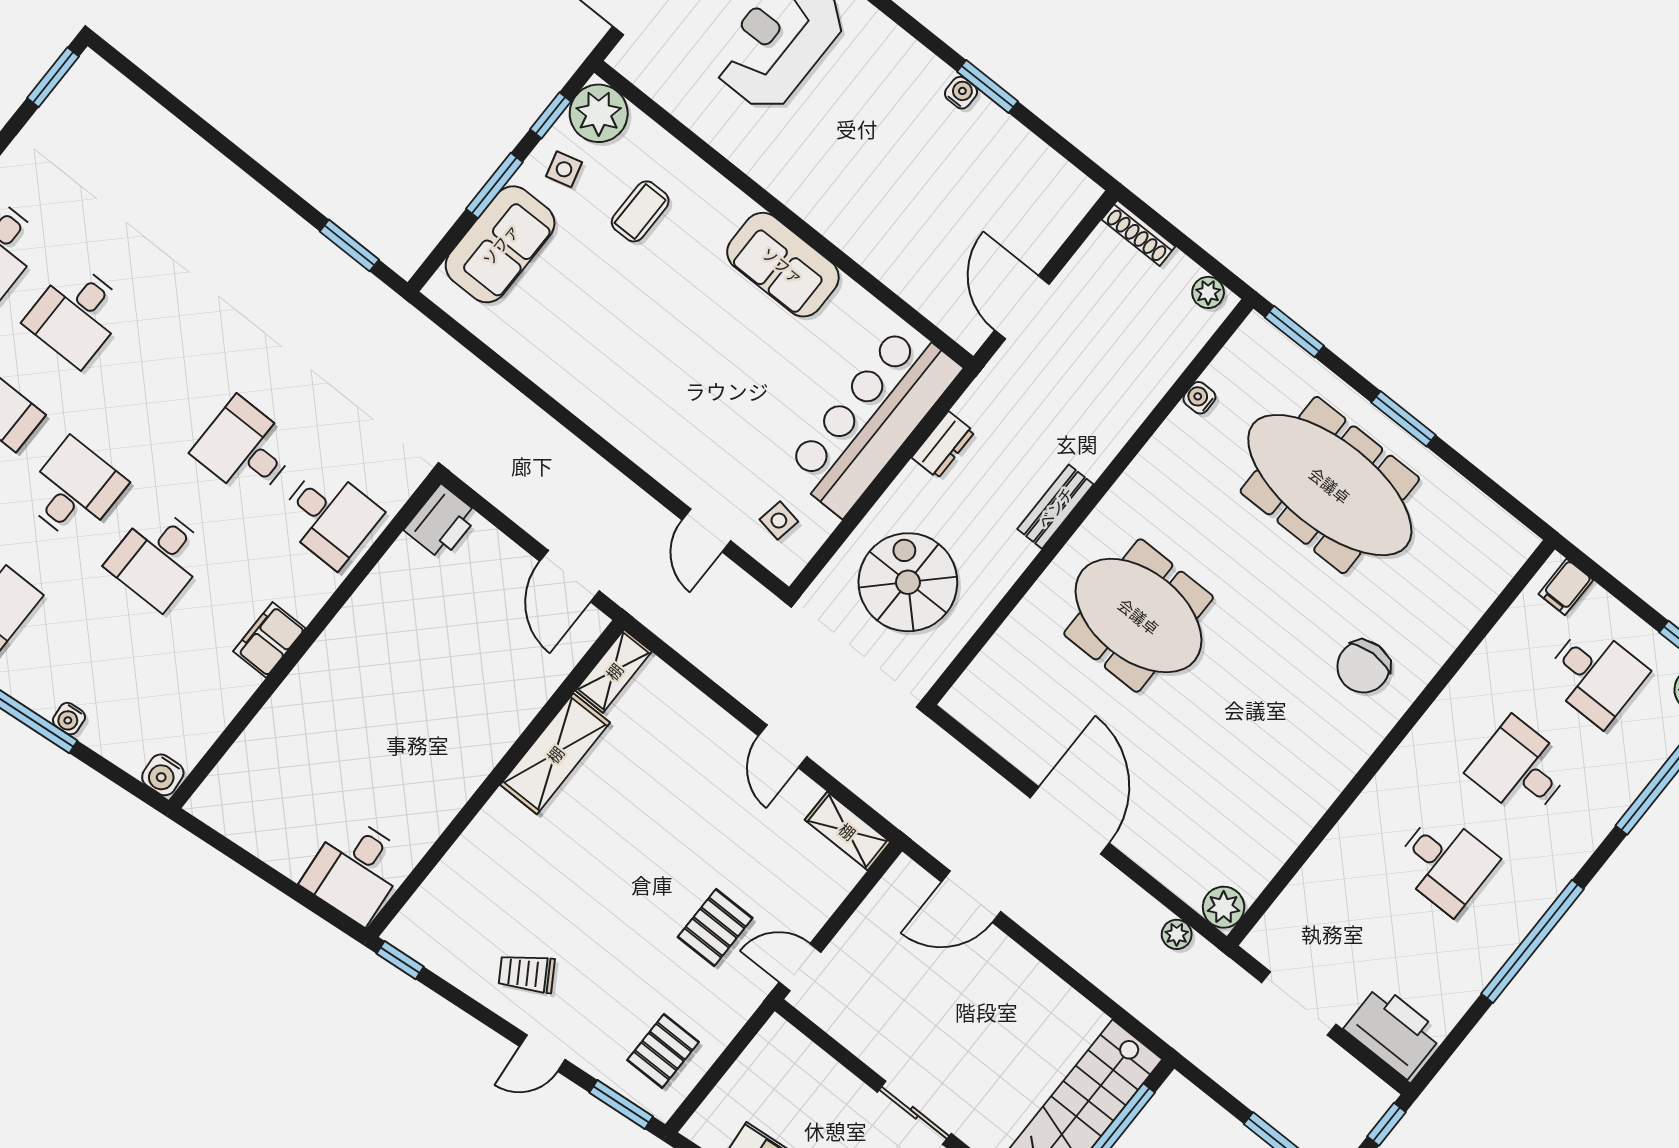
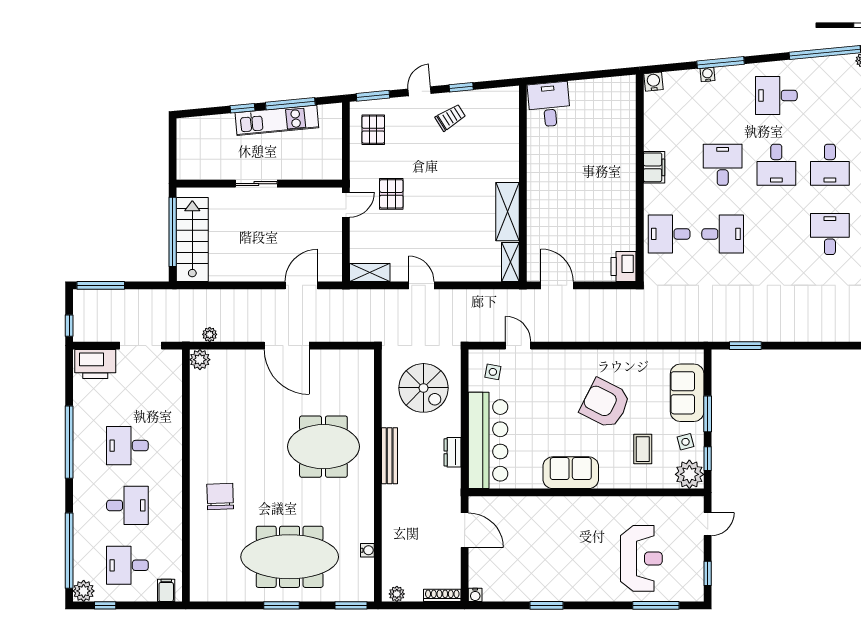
water cooler: (961, 93) -> (475, 595), moved
armchair: (642, 330) -> (605, 403), added
bench: (1055, 507) -> (390, 456), width x1.36
window: (400, 960) -> (461, 87), moved

